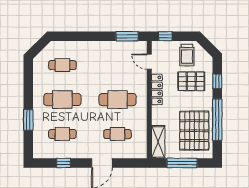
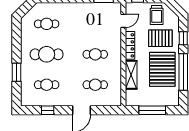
door: (149, 62) -> (123, 21), swing flipped
cafe table: (118, 100) -> (95, 54), width x0.73, depth x0.74
pallet: (194, 131) -> (162, 69), moved
shelving: (158, 142) -> (131, 75), moved

